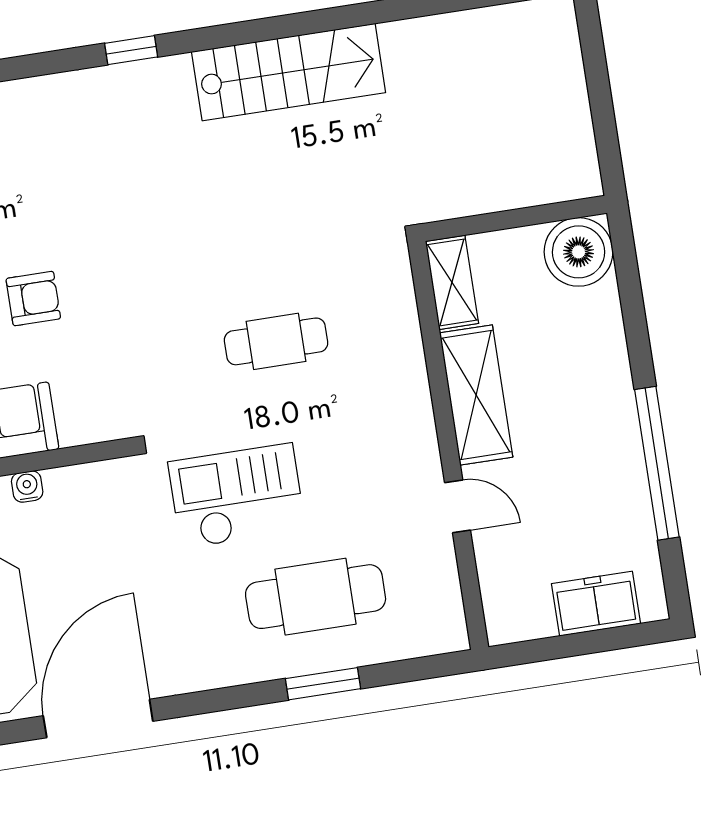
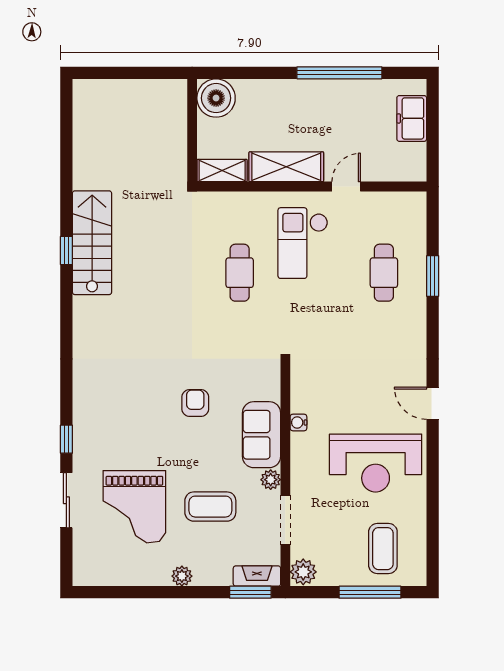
window: (131, 50) -> (66, 250), moved
checkout: (237, 496) -> (303, 243), moved
cafe table: (316, 597) -> (384, 273), width x0.73, depth x0.74
door: (98, 718) -> (433, 403), width x0.53

